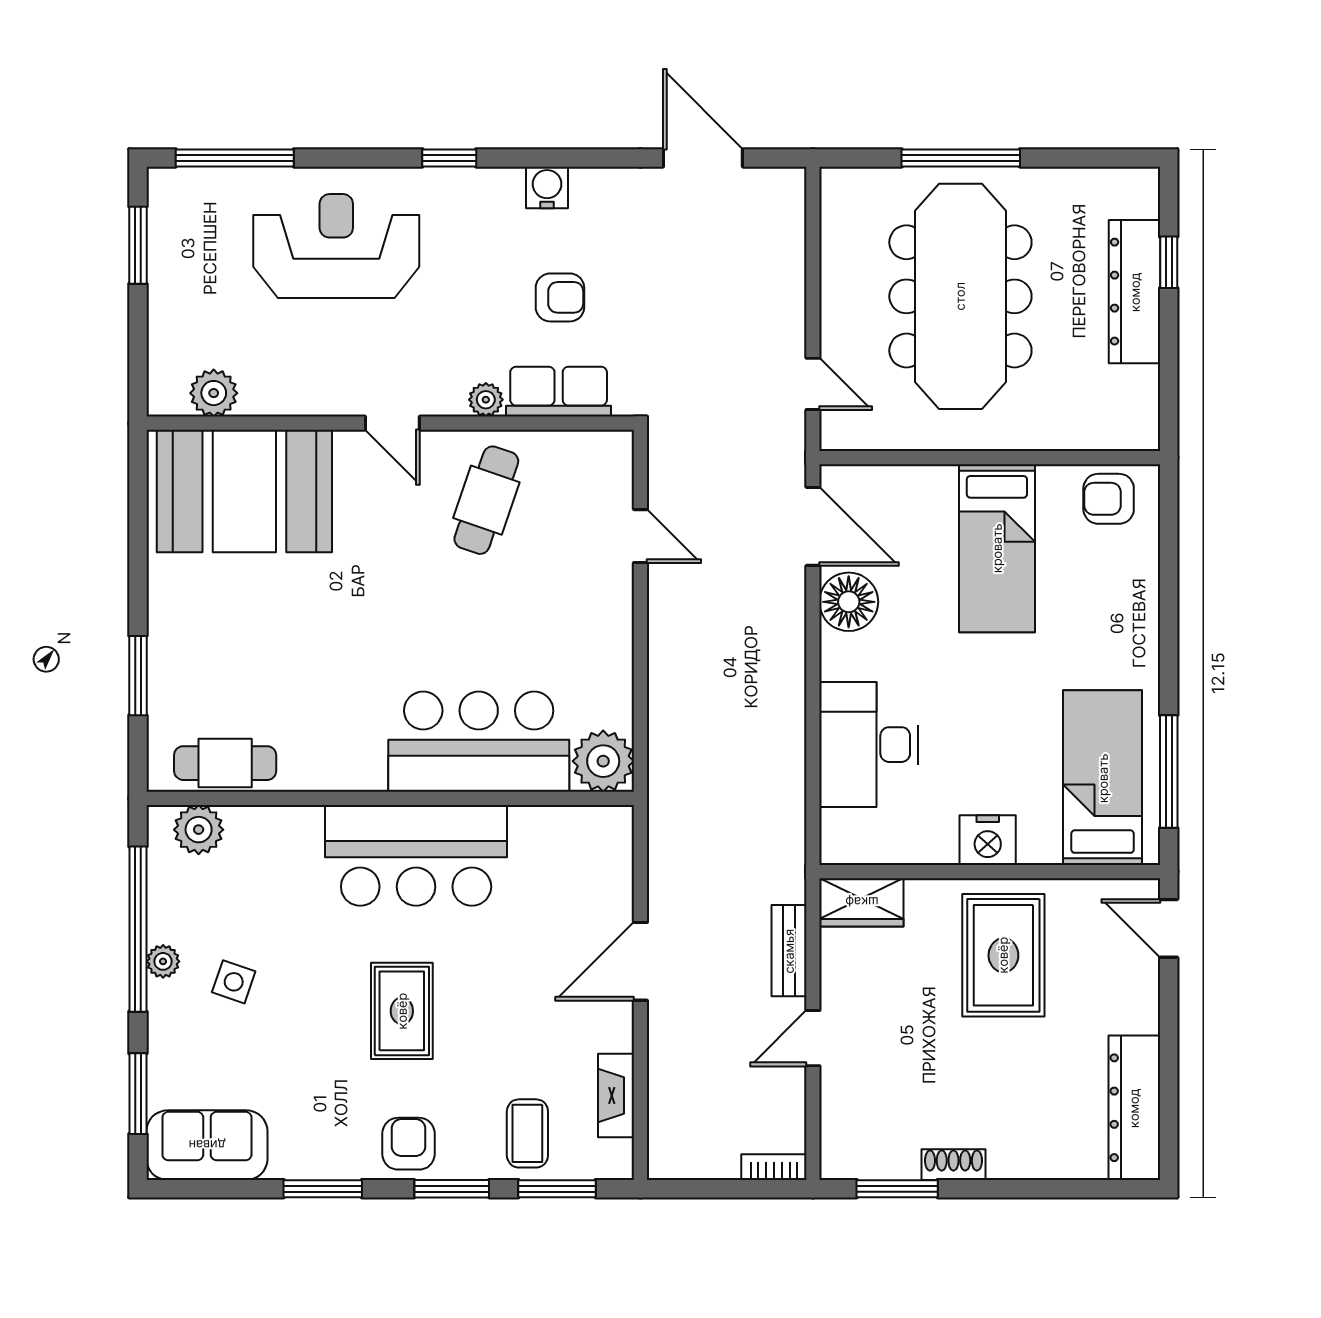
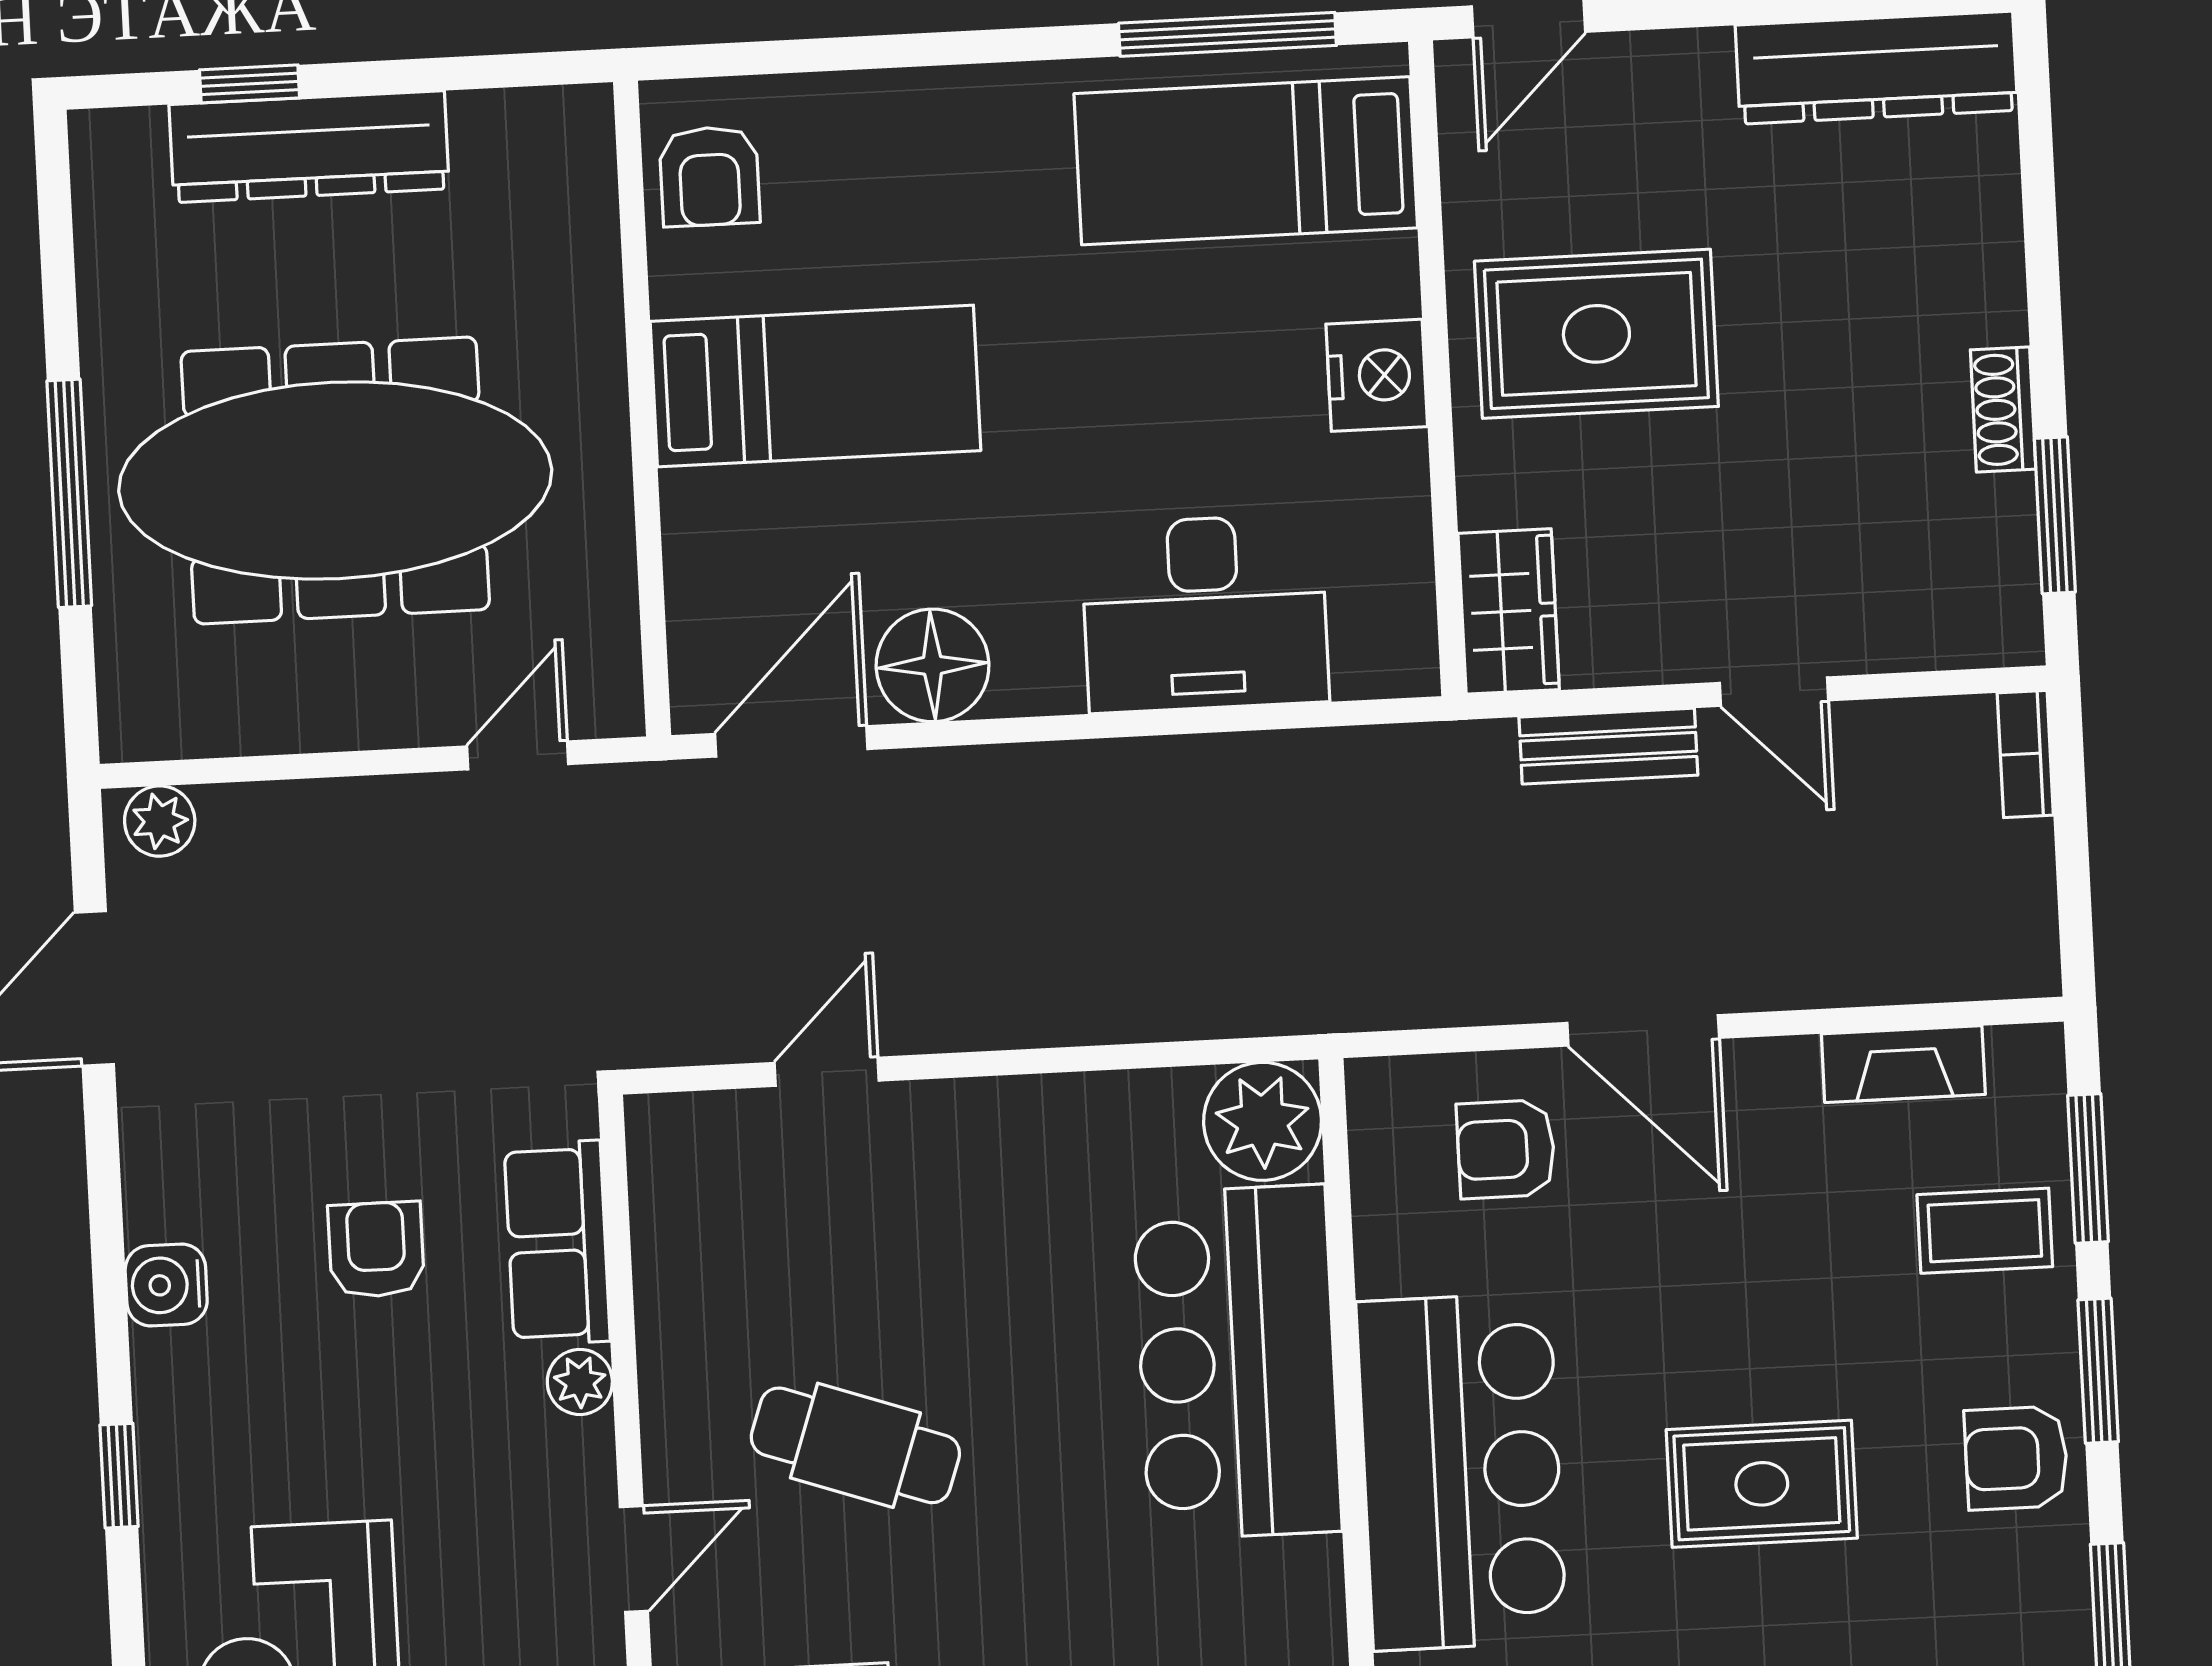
plant: (788, 196) -> (160, 821), added
cafe table: (486, 500) -> (855, 1445), moved
armchair: (582, 887) -> (1506, 1149), added

